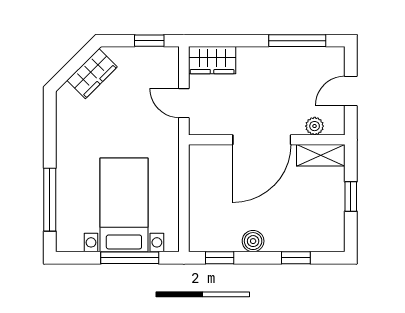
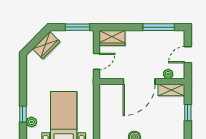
window: (149, 41) -> (77, 27), width x1.50
door: (184, 103) -> (96, 61), swing flipped
window: (50, 200) -> (23, 114), width x0.46
plant: (65, 214) -> (31, 122), added

